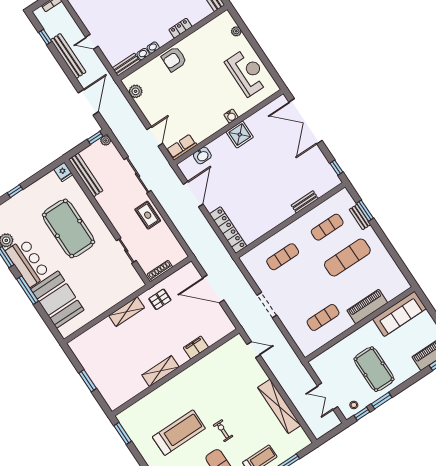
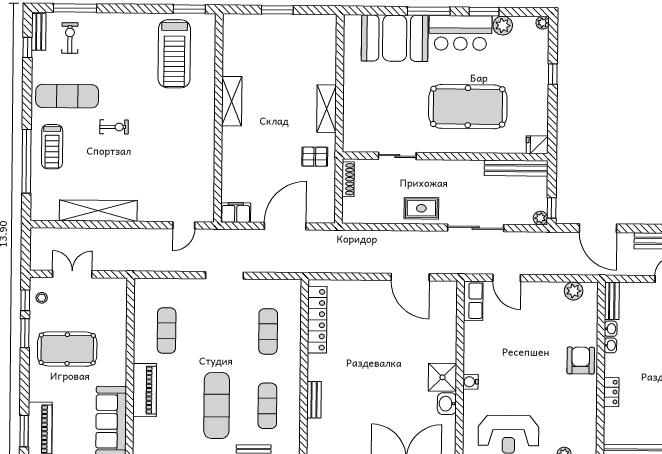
washbasin: (202, 155) -> (447, 404), moved
locker: (228, 230) -> (317, 320), moved, turned -90
pallet: (160, 299) -> (315, 157), turned 90
filing cabinet: (196, 348) -> (236, 213), moved, turned -90
treadmill: (179, 433) -> (174, 54), moved

